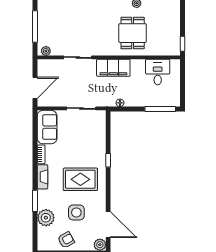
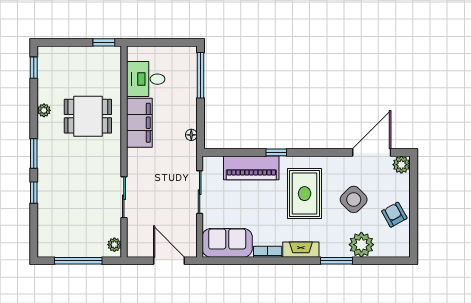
filing cabinet: (113, 68) -> (139, 123), moved
piano: (98, 143) -> (251, 168), added
side table: (76, 212) -> (354, 199), turned 45

